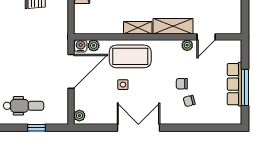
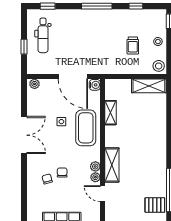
shelving: (138, 28) -> (111, 113), moved
plant: (94, 45) -> (95, 166), moved

